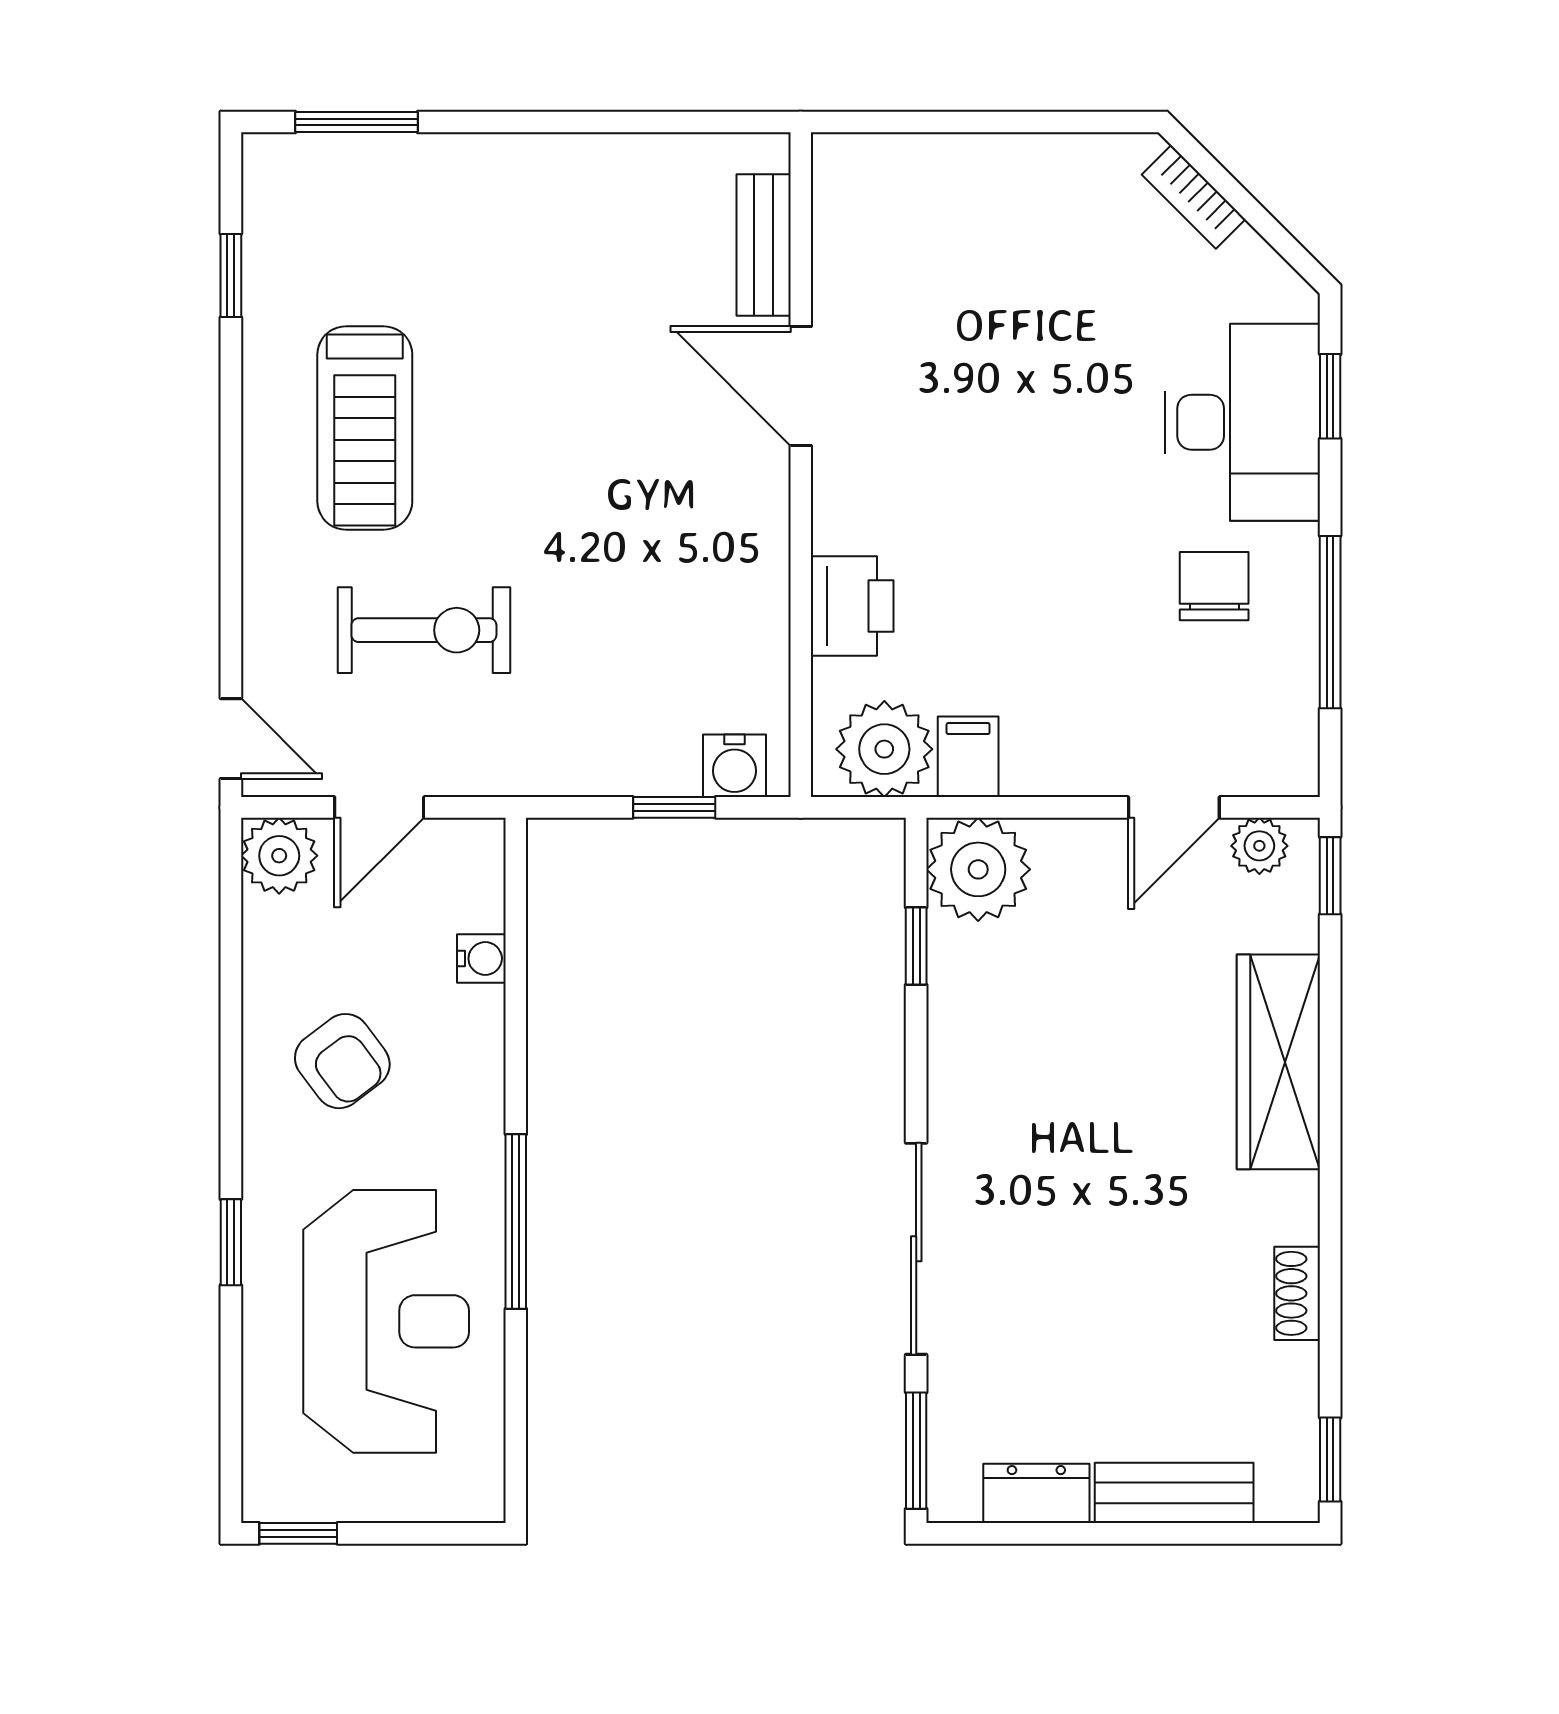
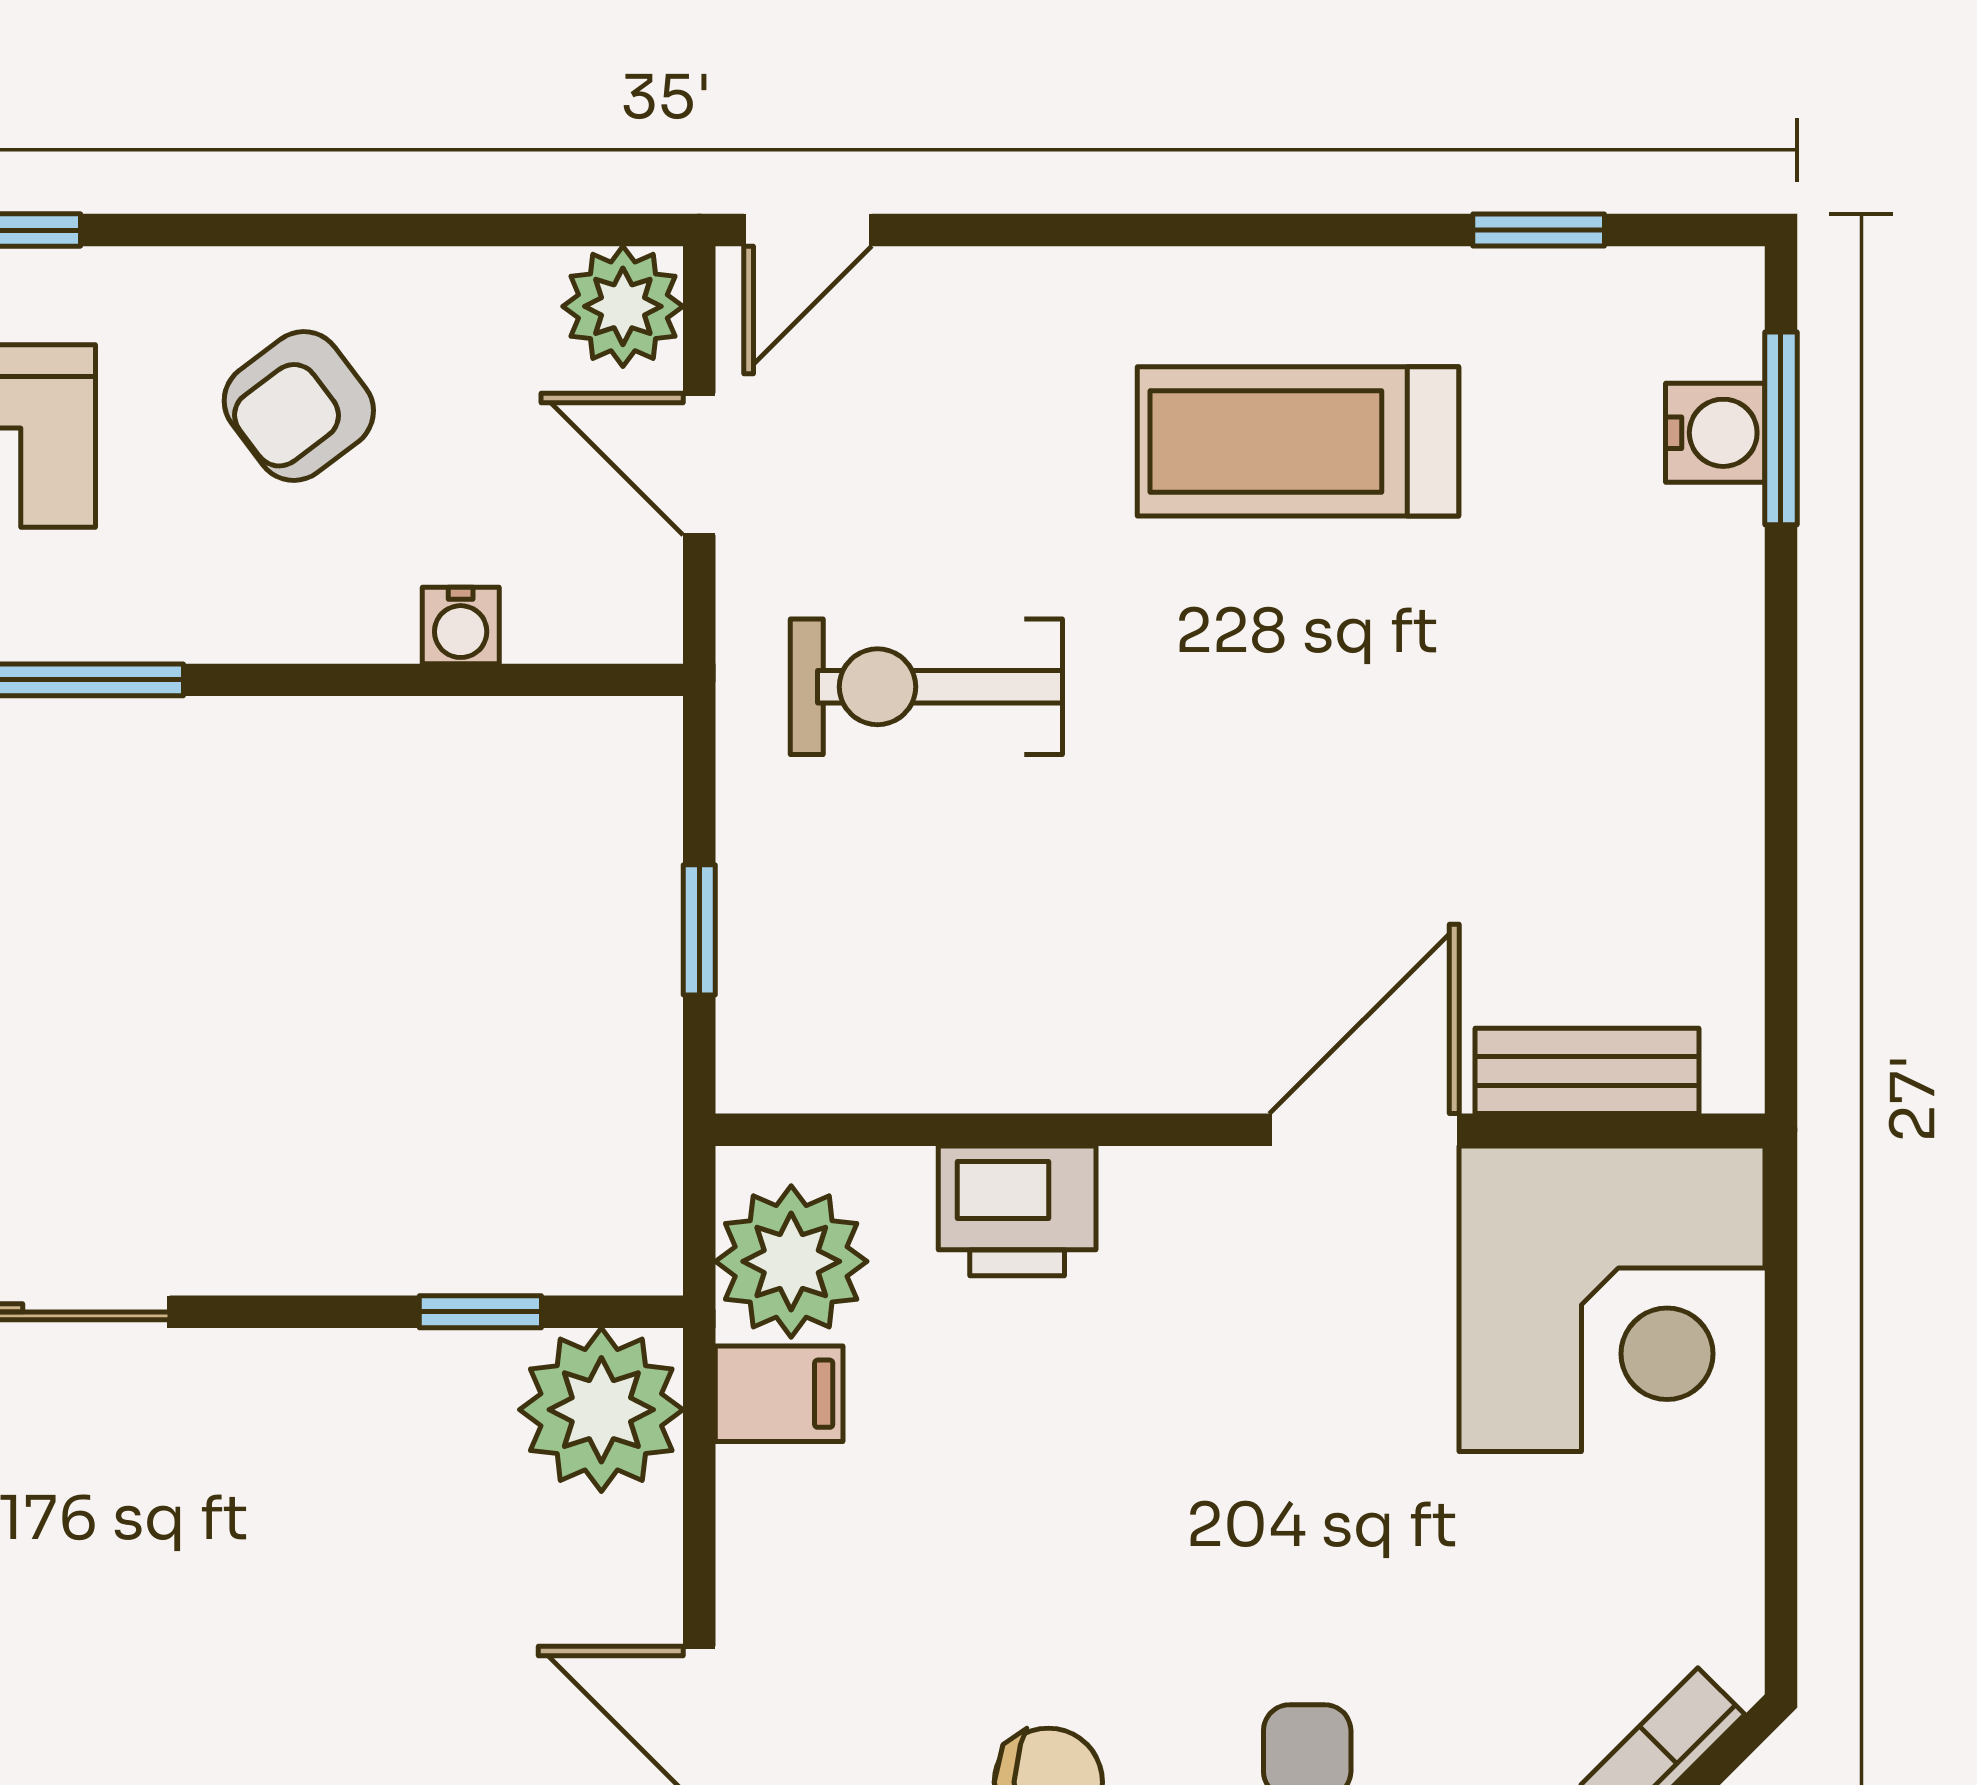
corner desk: (908, 229) -> (1612, 1299), added
exercise bike: (424, 630) -> (926, 687), moved, turned 90
water cooler: (735, 766) -> (1715, 433), moved, turned 180

